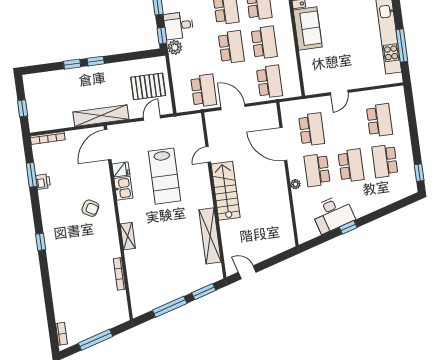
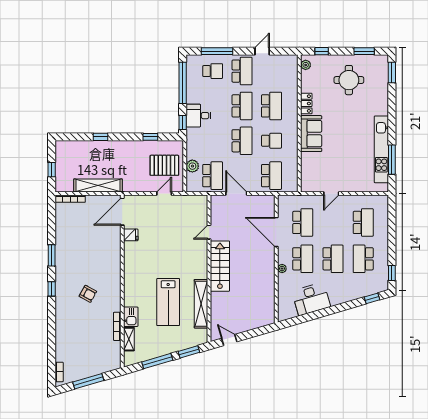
school desk: (264, 43) -> (271, 141), width x0.54
plant: (175, 47) -> (192, 166), moved
window: (96, 61) -> (150, 137), moved
shelving: (101, 116) -> (98, 185), moved
school desk: (317, 170) -> (303, 259), turned 180
window: (32, 175) -> (52, 255), moved
lab bench: (164, 176) -> (168, 302), moved
printer: (43, 182) -> (61, 236), removed
kitchen sink: (123, 188) -> (131, 317), moved
armchair: (90, 208) -> (88, 294), moved
window: (348, 227) -> (372, 298), moved
shelving: (128, 236) -> (129, 339), moved

